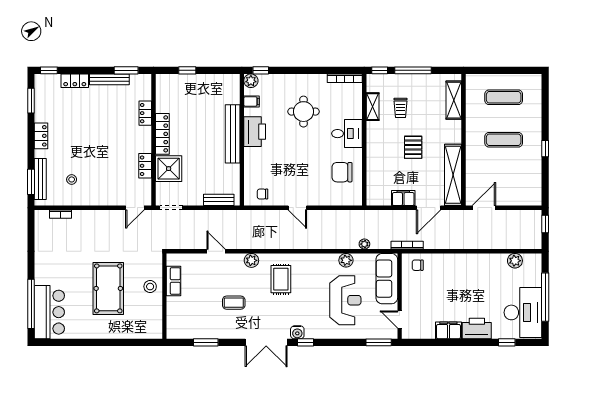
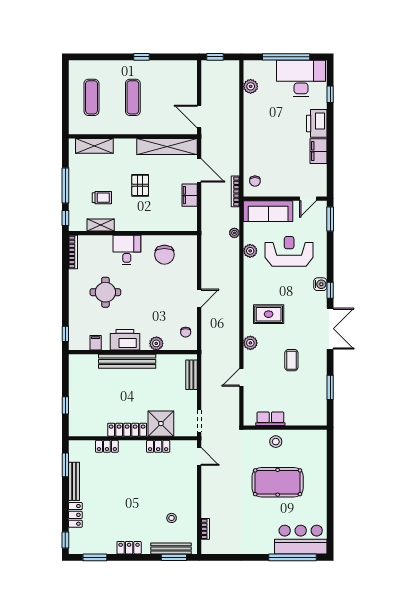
plant: (251, 81) -> (156, 343), moved
pallet: (413, 147) -> (140, 185), turned 90
water cooler: (297, 332) -> (320, 284), moved

